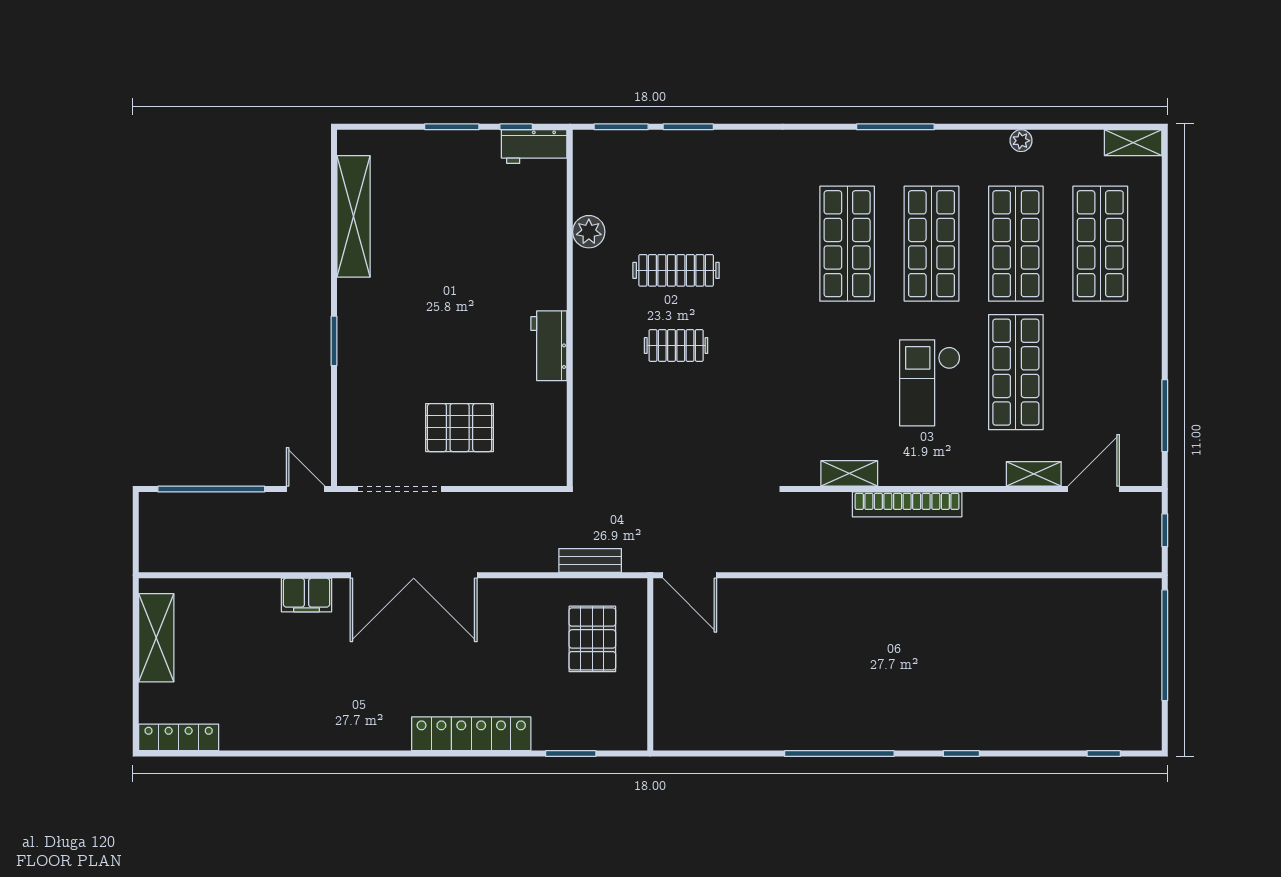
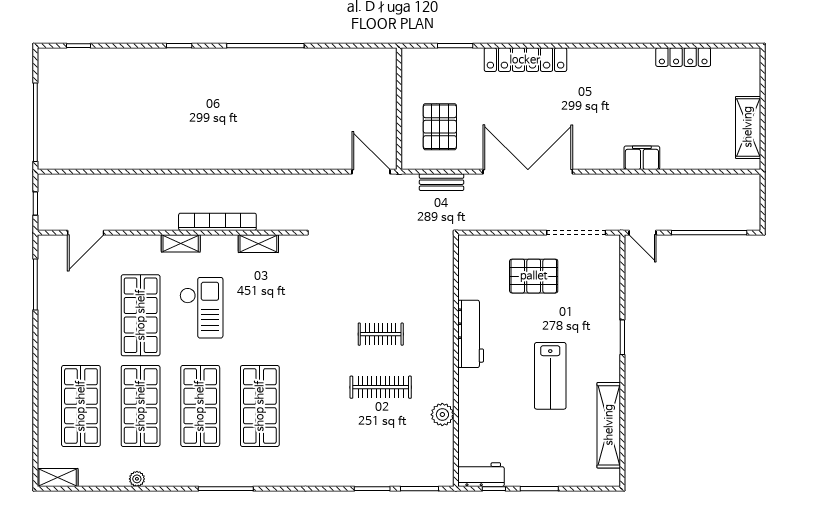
lab bench: (436, 286) -> (550, 376), added
workbench: (549, 346) -> (471, 334), width x1.38
shelving: (1034, 474) -> (181, 243), moved
double door: (414, 575) -> (528, 172), moved
locker: (179, 737) -> (683, 57), moved

